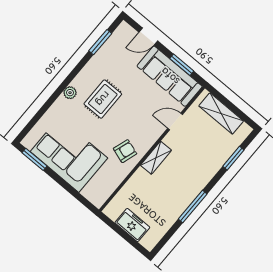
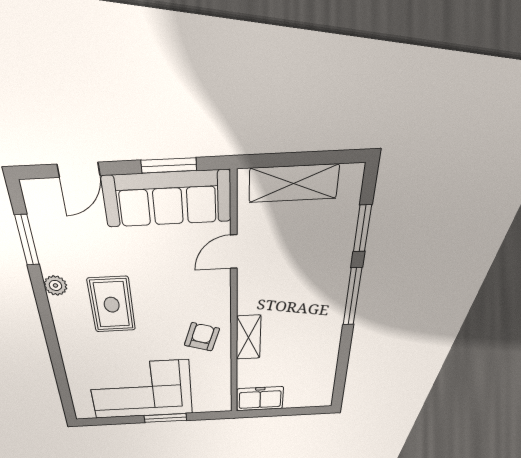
plant: (70, 93) -> (55, 285), moved
shelving: (156, 158) -> (248, 337), moved
window: (35, 159) -> (165, 418), moved
window: (193, 206) -> (352, 297), moved
freezer: (132, 225) -> (260, 399), moved

